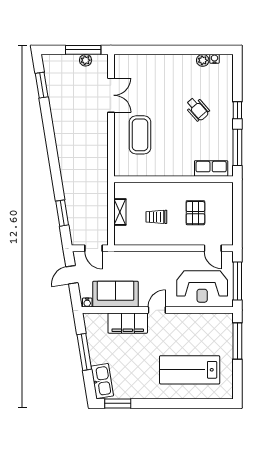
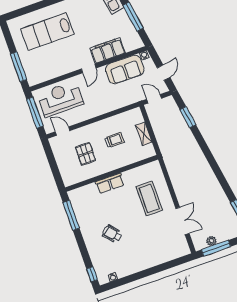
plant: (203, 60) -> (121, 273), removed
double door: (111, 95) -> (182, 221), swing flipped
window: (237, 110) -> (92, 274), moved
row of seats: (211, 168) -> (110, 183), moved
lab bench: (190, 370) -> (47, 32), turned 180

